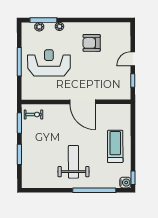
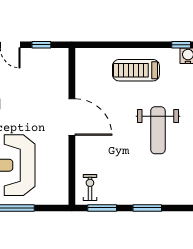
door: (83, 102) -> (72, 117), hinge flipped
weight bench: (73, 162) -> (158, 130), turned -90

